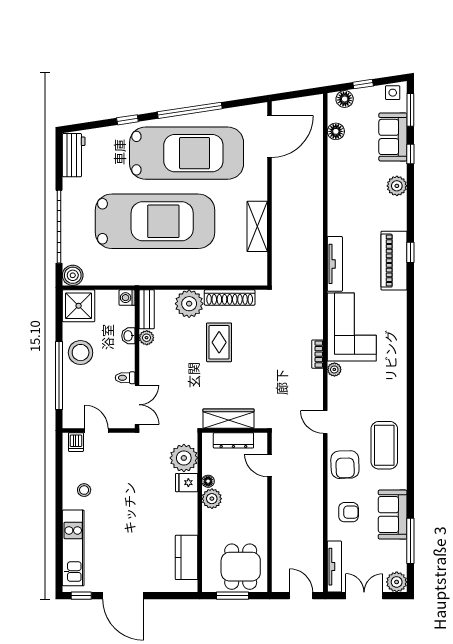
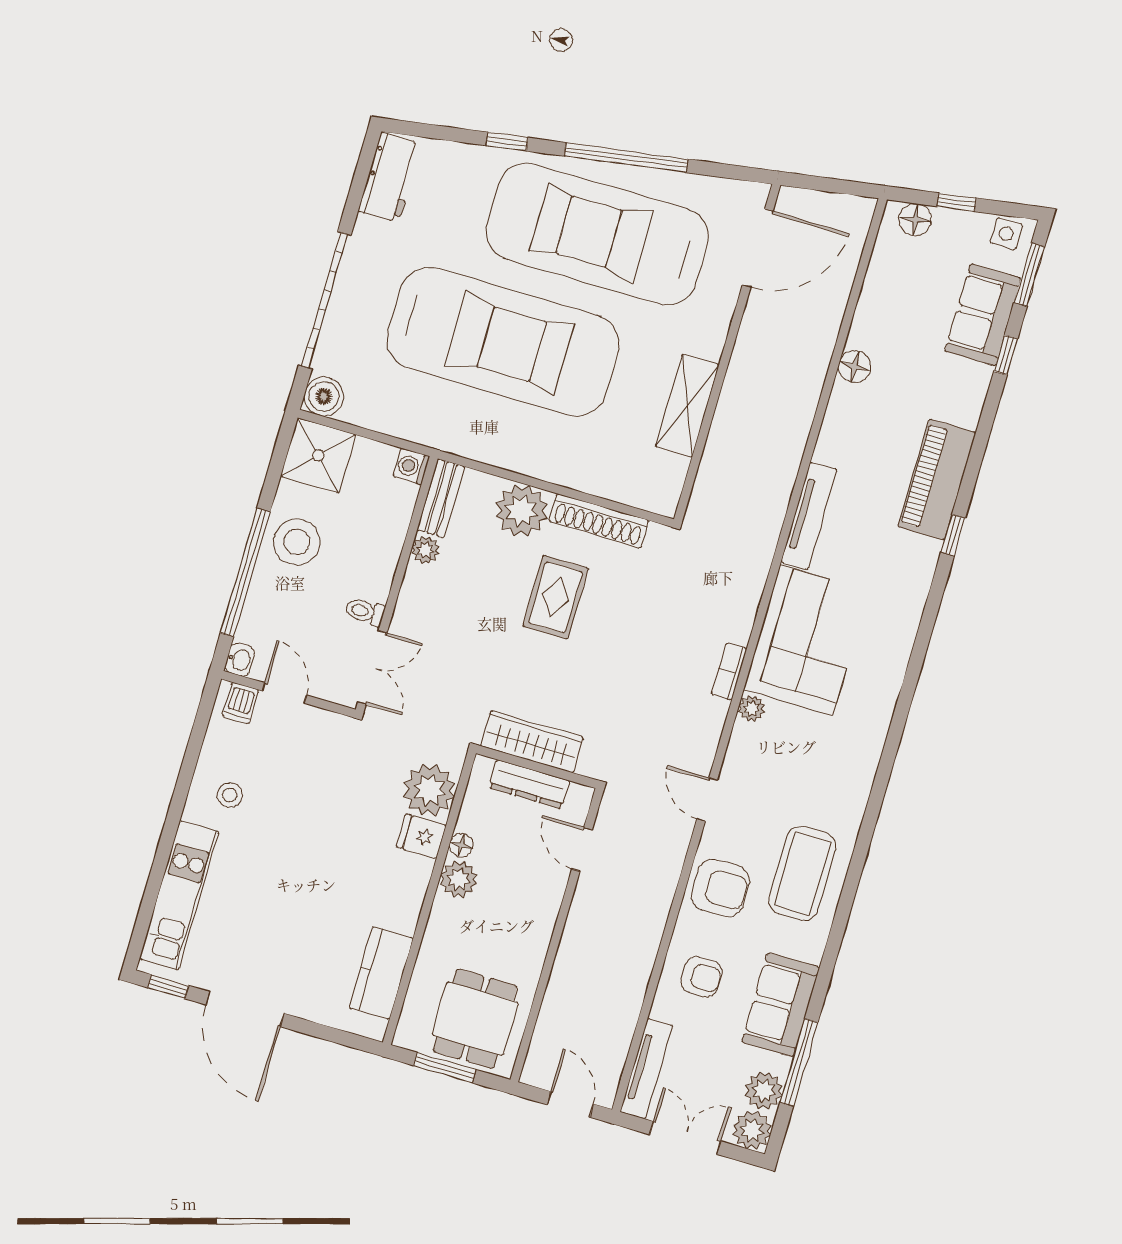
floor lamp: (336, 131) -> (855, 367), moved
car: (187, 153) -> (597, 234), turned 180
plant: (397, 186) -> (764, 1091), moved
piano: (394, 261) -> (937, 480), moved
washbasin: (128, 336) -> (240, 660), moved, turned 180
armchair: (345, 465) -> (720, 888), turned -89

